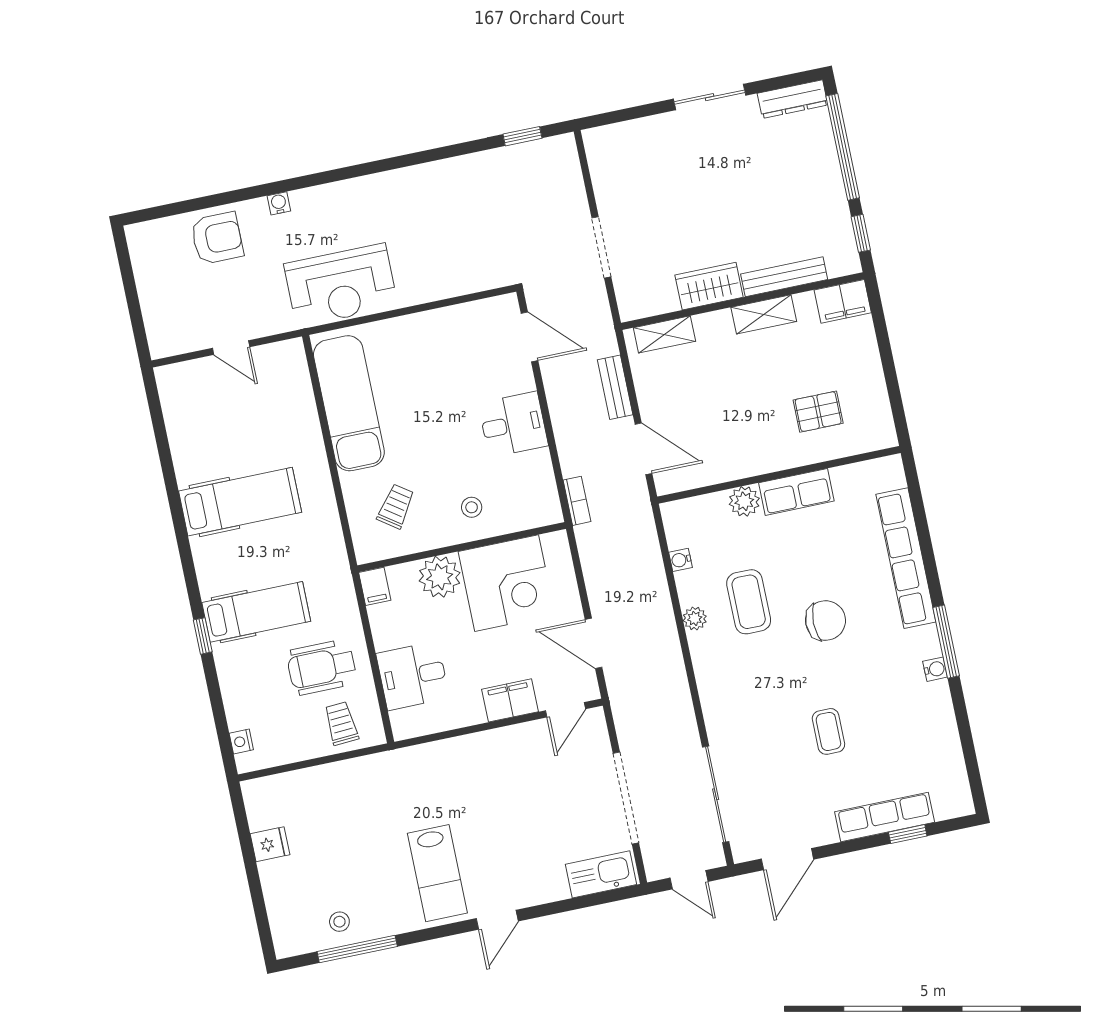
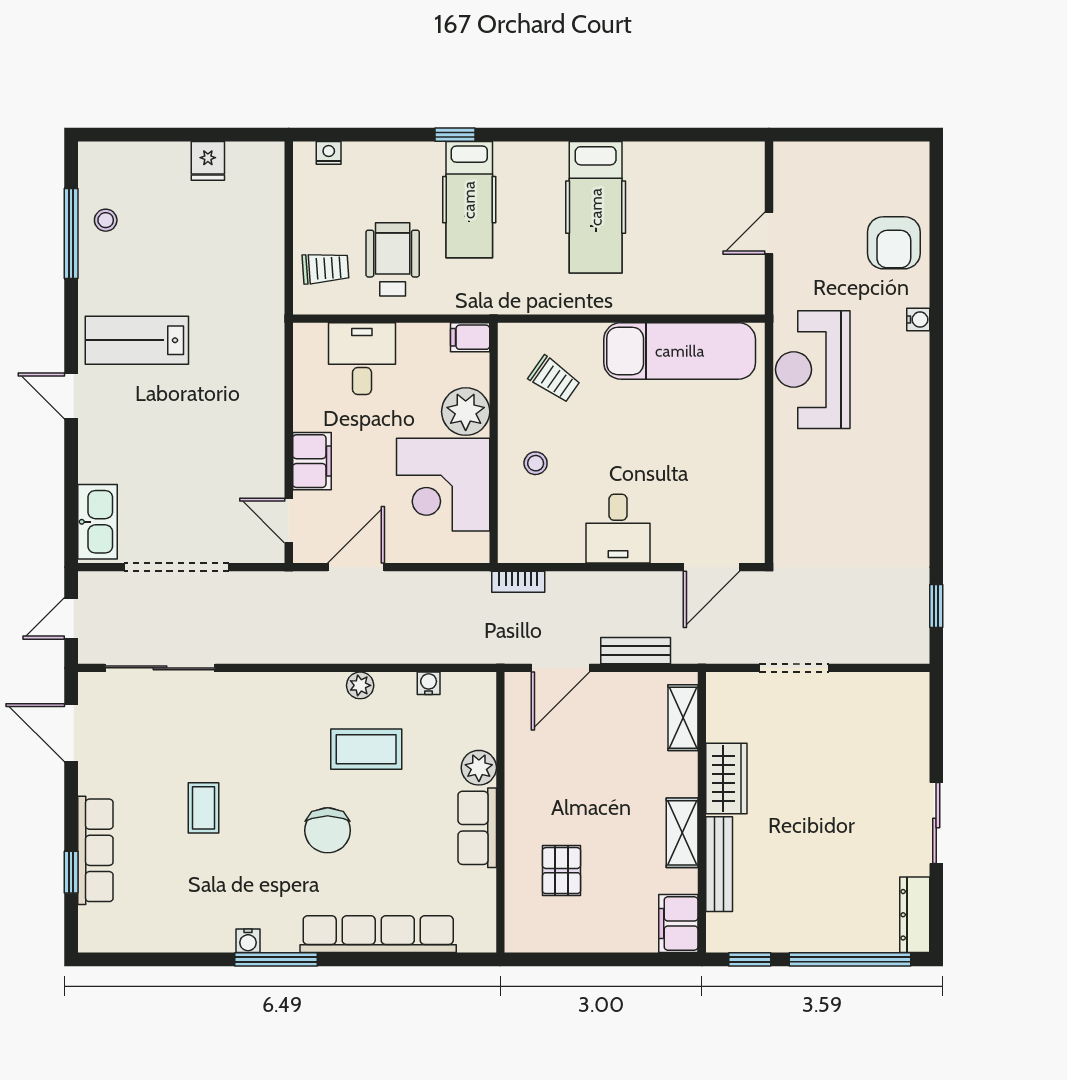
coffee table: (828, 731) -> (203, 808), turned 90

